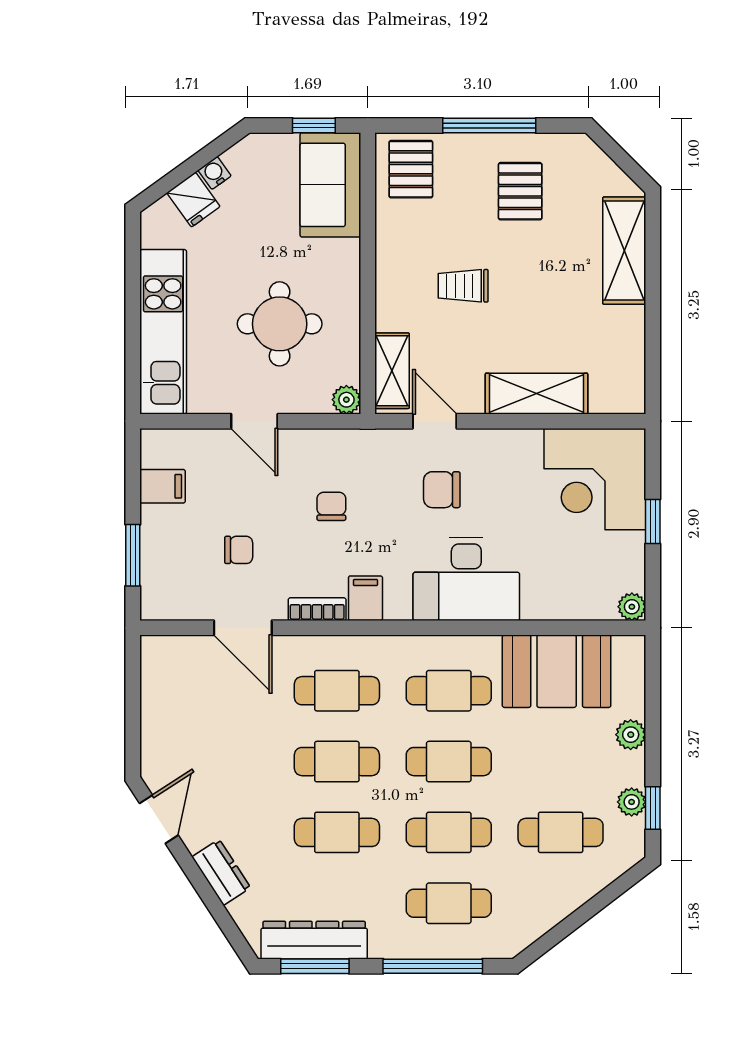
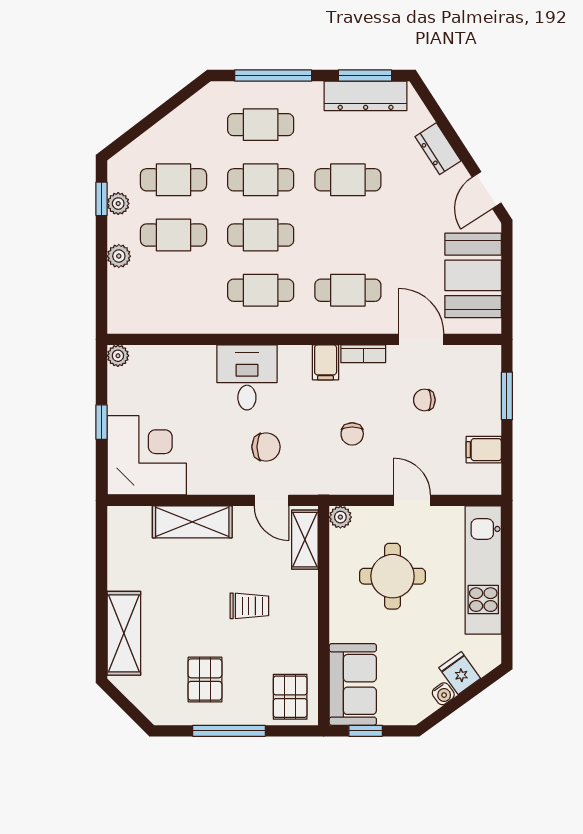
desk: (466, 579) -> (247, 377), width x0.73
booth: (557, 671) -> (473, 275), moved, turned 90
cafe table: (337, 762) -> (173, 235), moved

